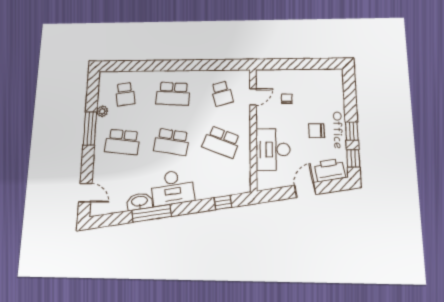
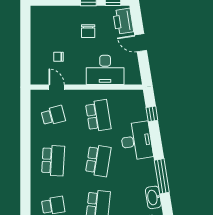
school desk: (221, 142) -> (98, 116), turned -30
desk: (172, 188) -> (137, 141), moved
washbasin: (140, 202) -> (153, 197), moved

